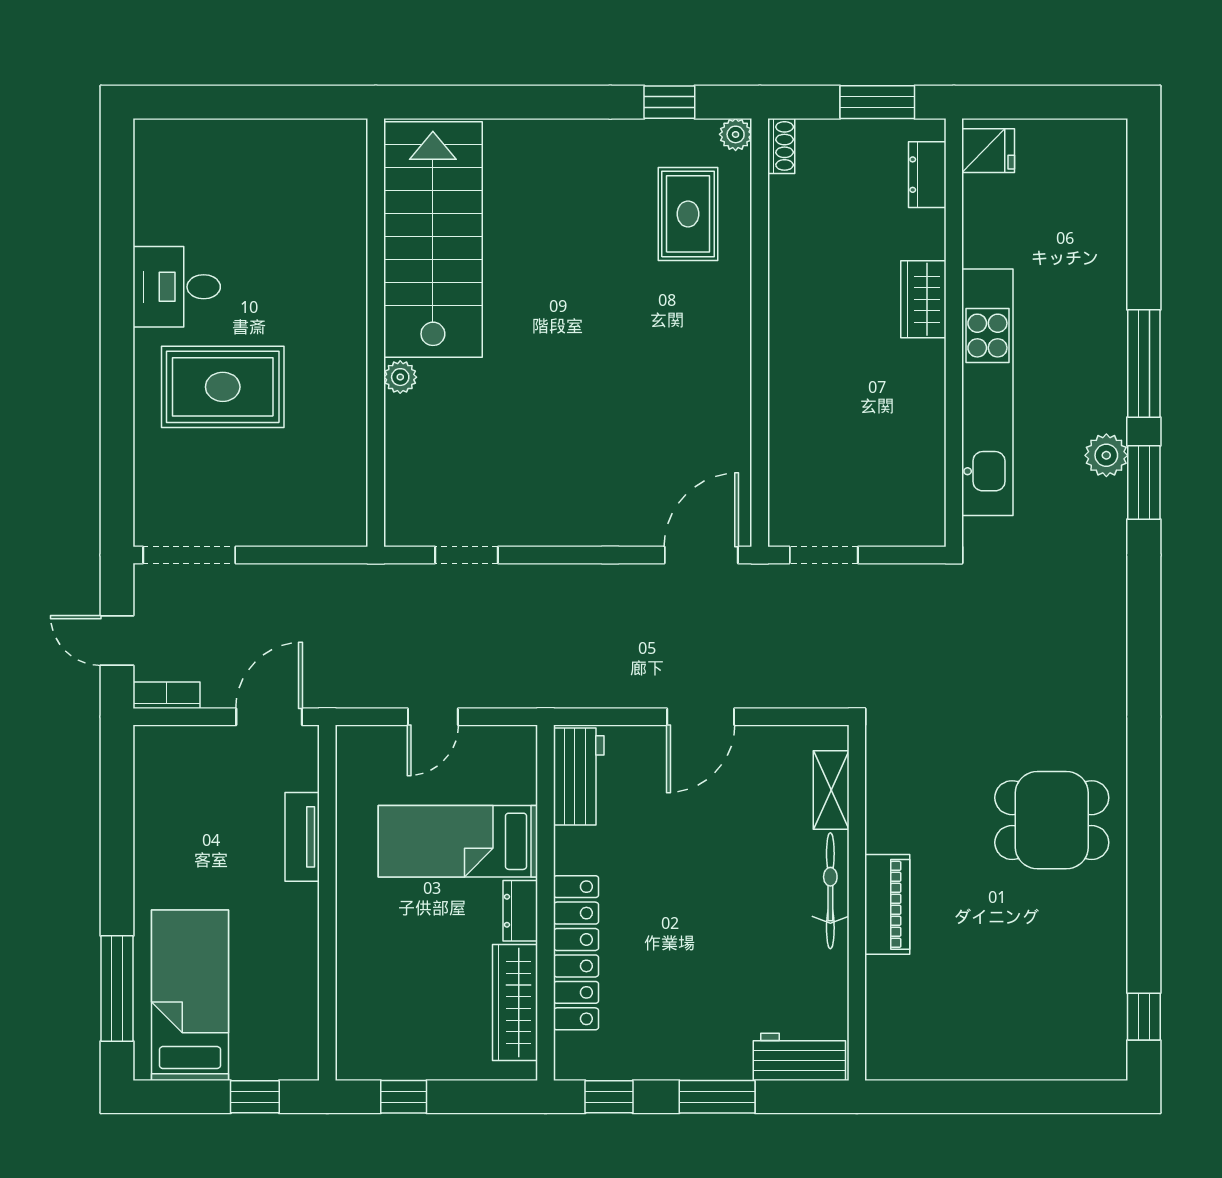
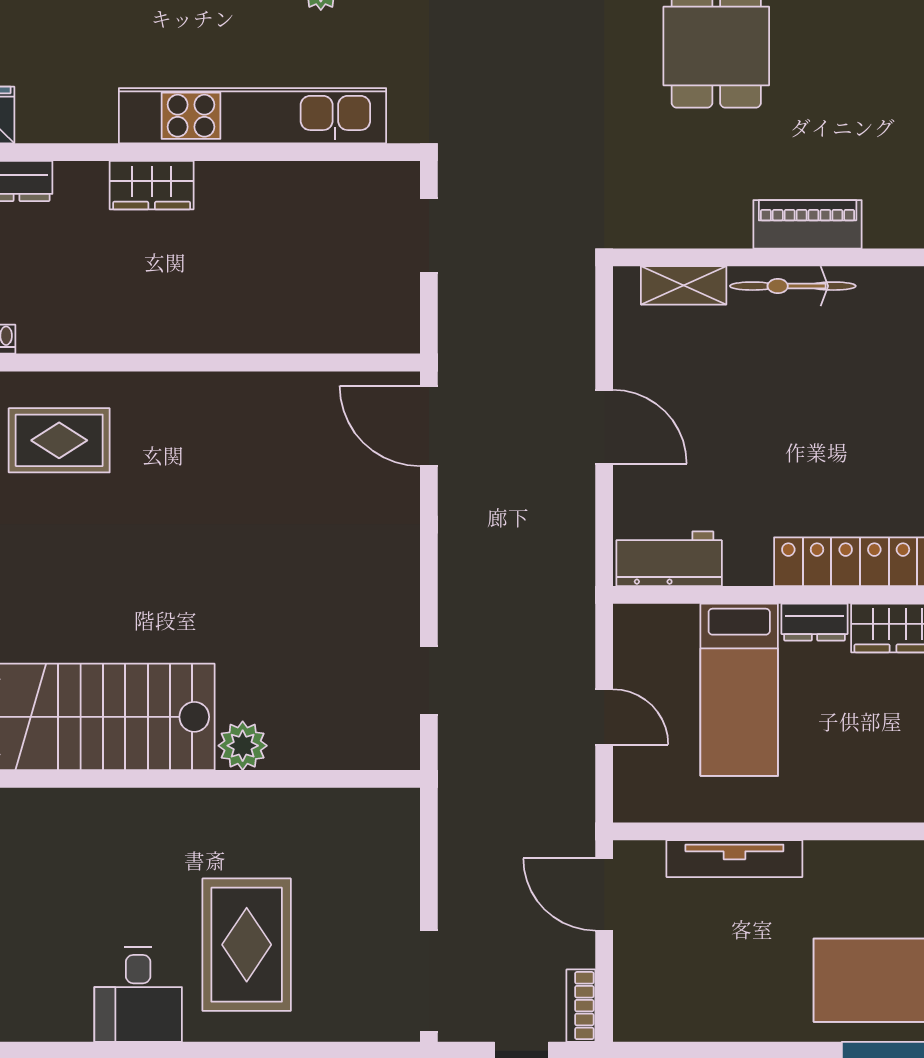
plant: (400, 377) -> (243, 746), width x1.38, depth x1.38
doorway: (824, 555) -> (429, 235), moved
tv unit: (302, 837) -> (734, 859), width x1.41

